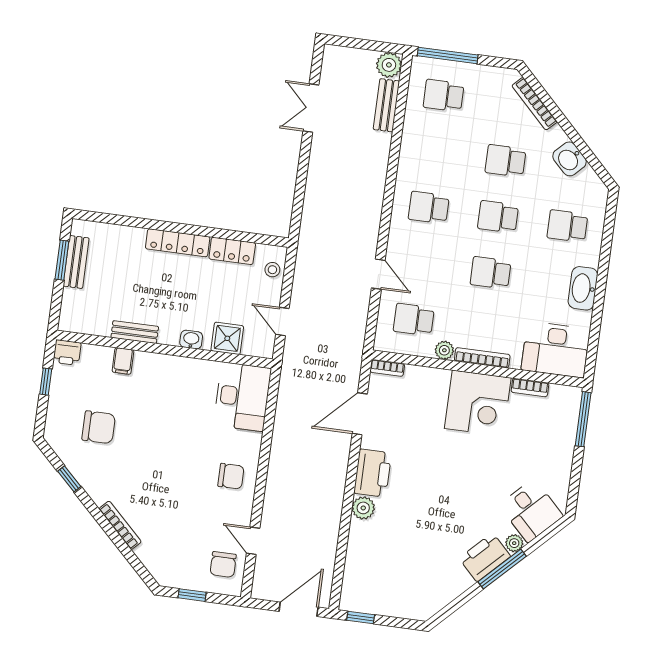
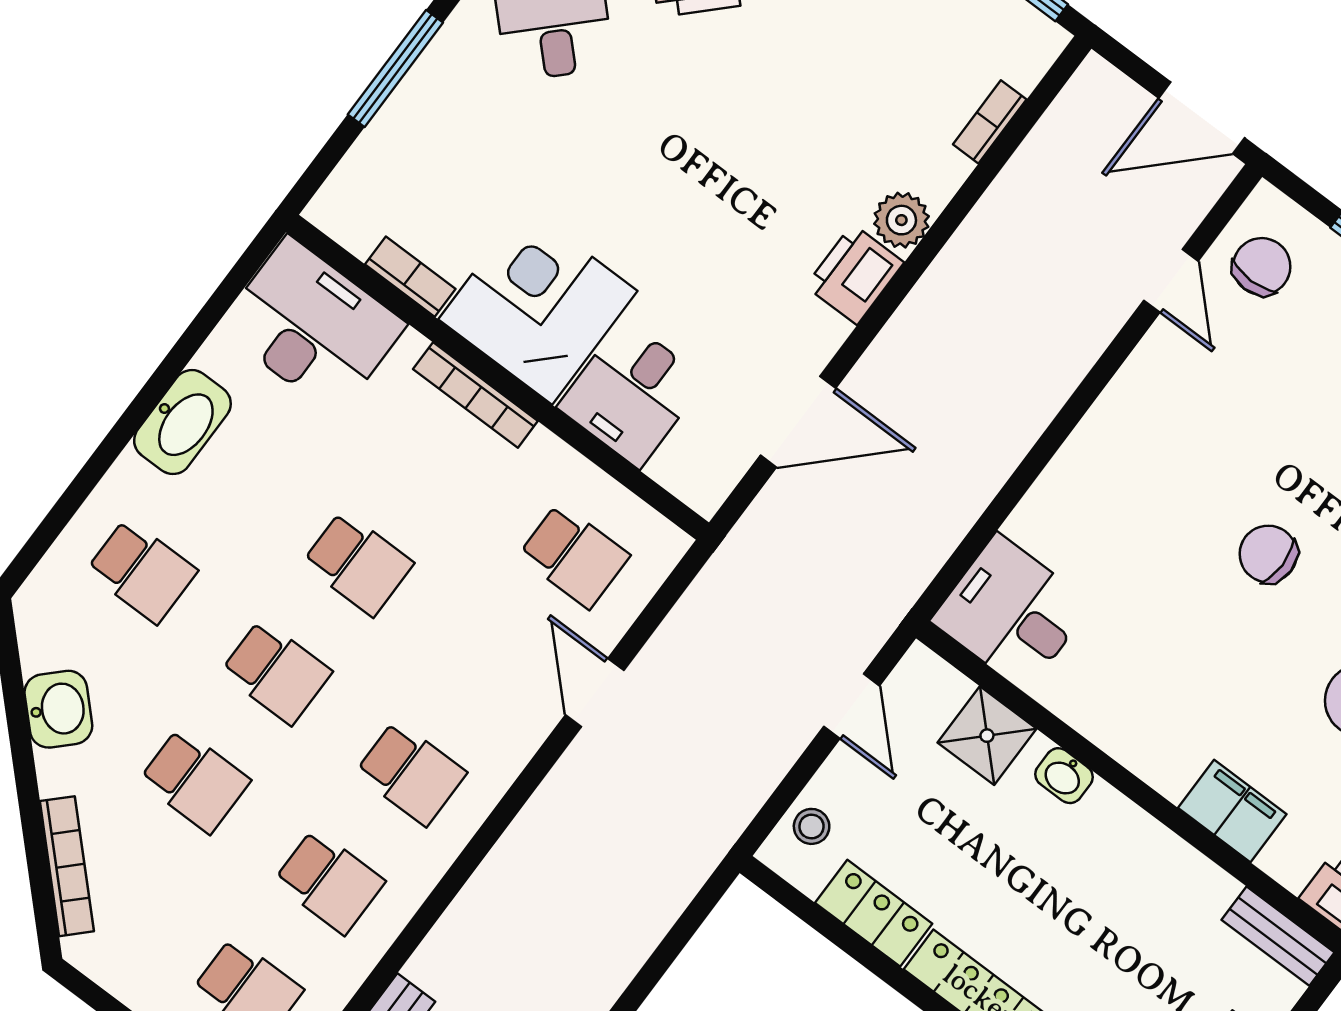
school desk: (436, 152) -> (329, 882), added
bench: (135, 332) -> (1278, 936), moved
plant: (444, 350) -> (546, 455), removed
filing cabinet: (123, 361) -> (1232, 811), width x2.00
bookcase: (387, 368) -> (990, 122), moved, turned -90
desk: (426, 390) -> (632, 394), added
desk: (242, 397) -> (1012, 612), width x0.73
window: (583, 419) -> (395, 69), moved
printer: (373, 473) -> (855, 274), width x0.73, depth x0.84
chair: (231, 476) -> (1268, 554), moved
door: (299, 609) -> (1202, 118), moved

